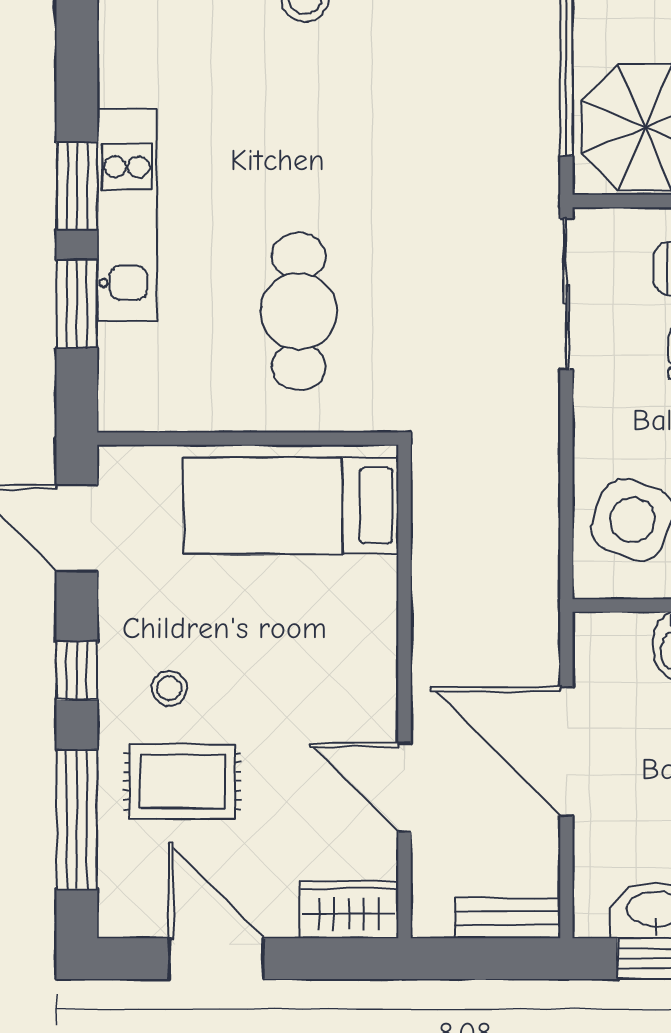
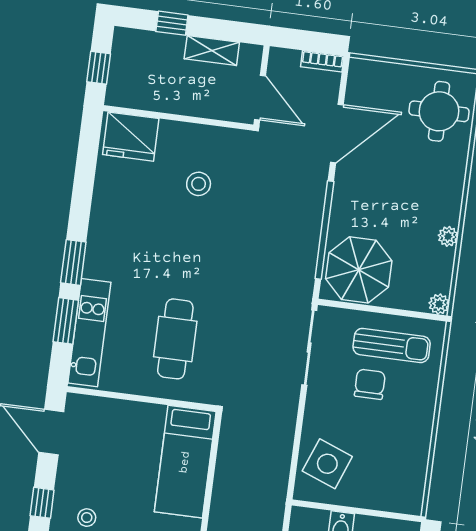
kitchen unit: (127, 215) -> (89, 333), moved
bed: (291, 506) -> (185, 462), moved, turned -90

